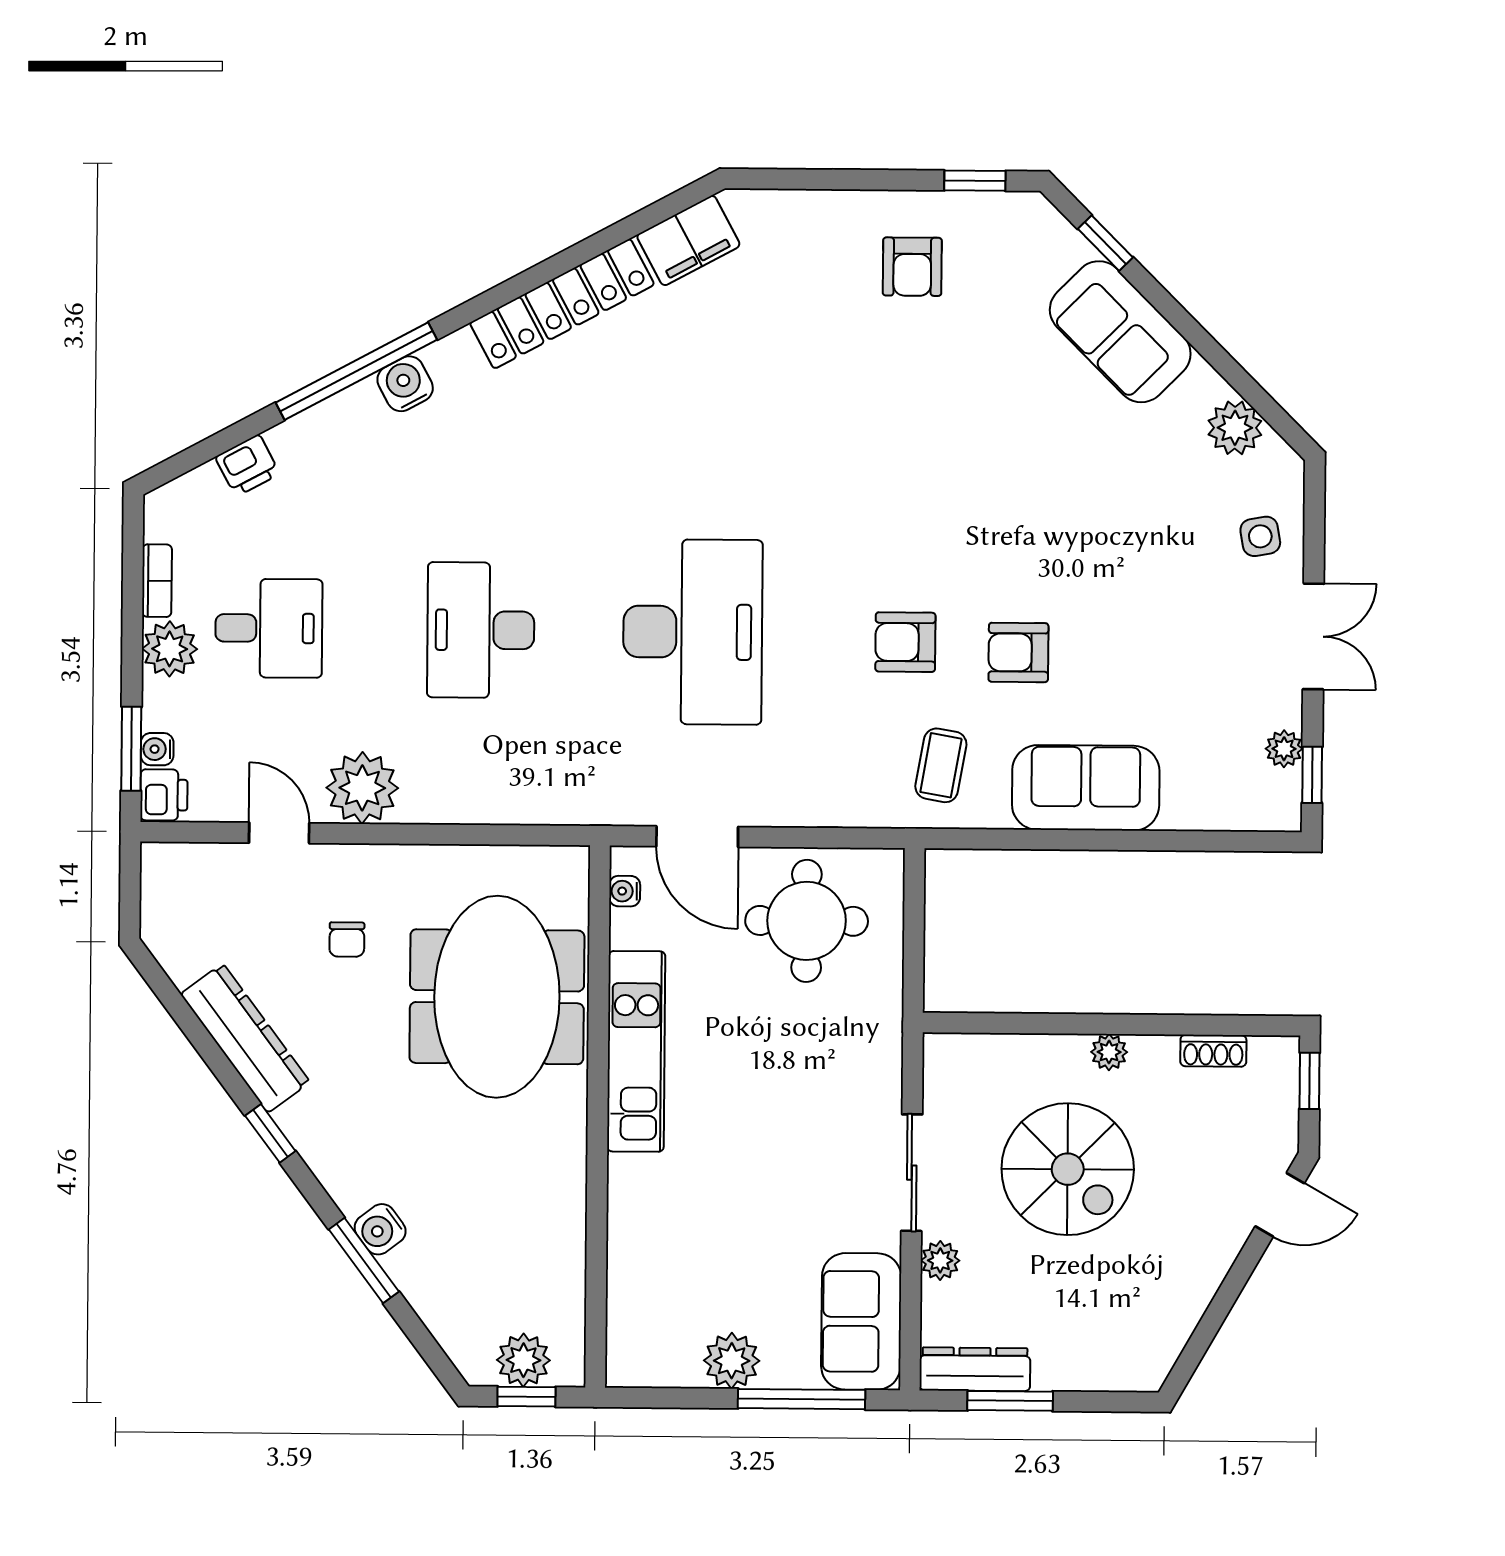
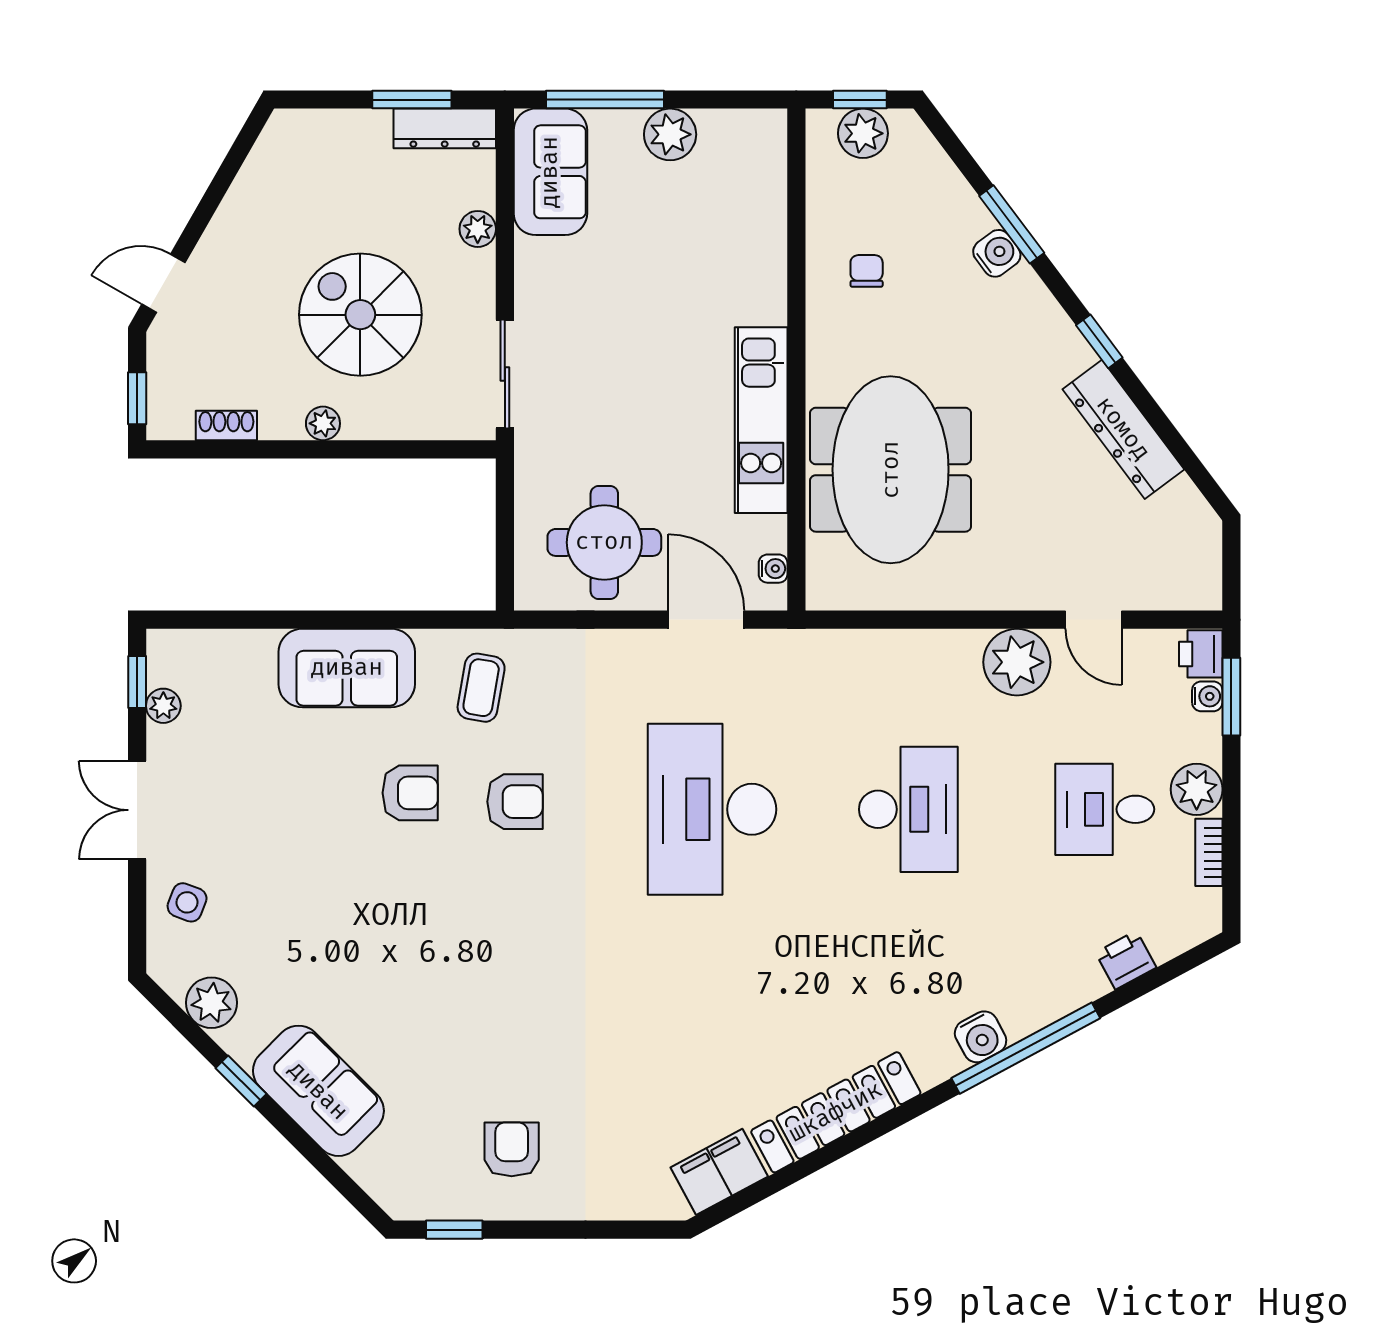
window: (1105, 243) -> (241, 1081), moved
side table: (1260, 536) -> (187, 902), turned 31
chair: (347, 940) -> (867, 271), moved
sliding door: (912, 1173) -> (505, 374), moved

